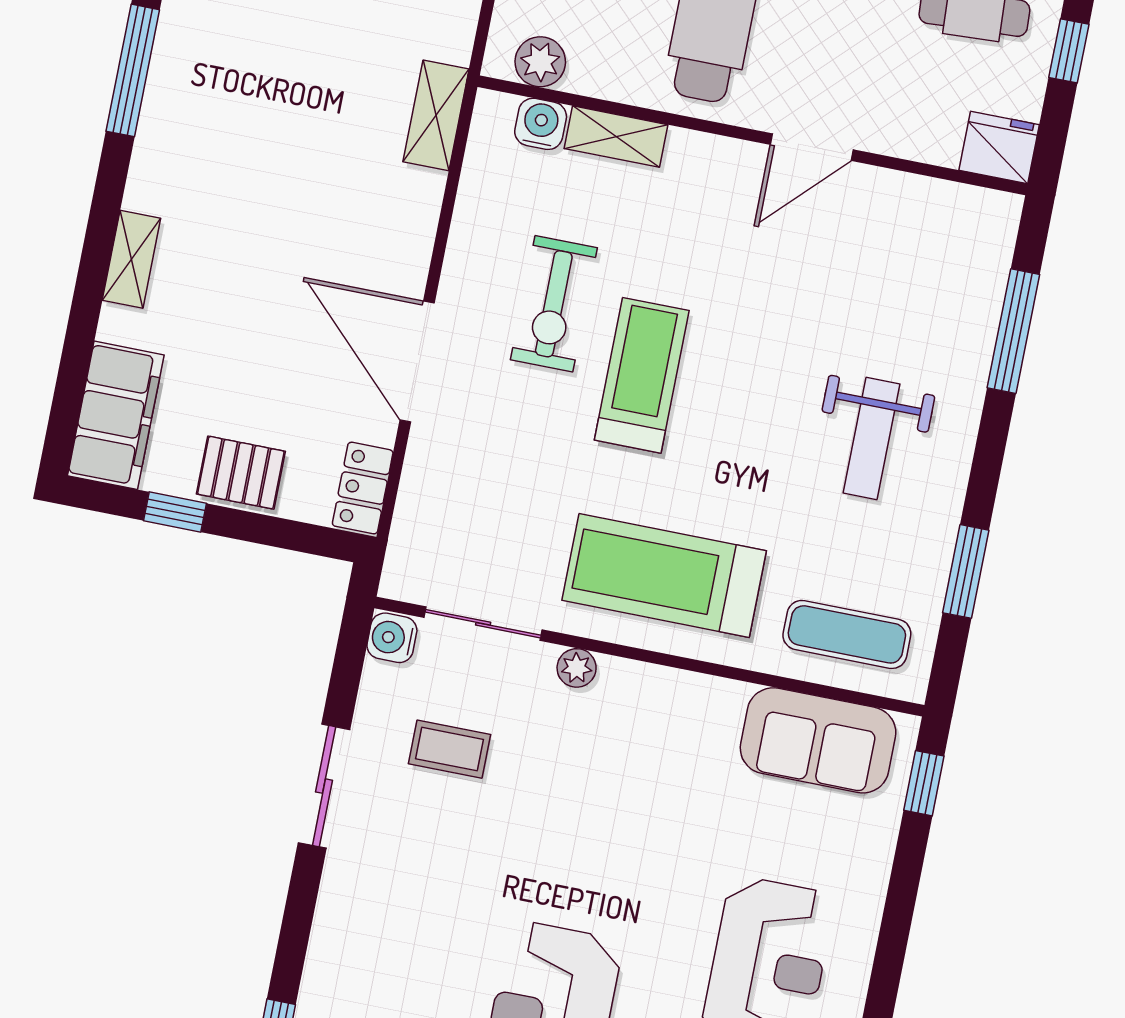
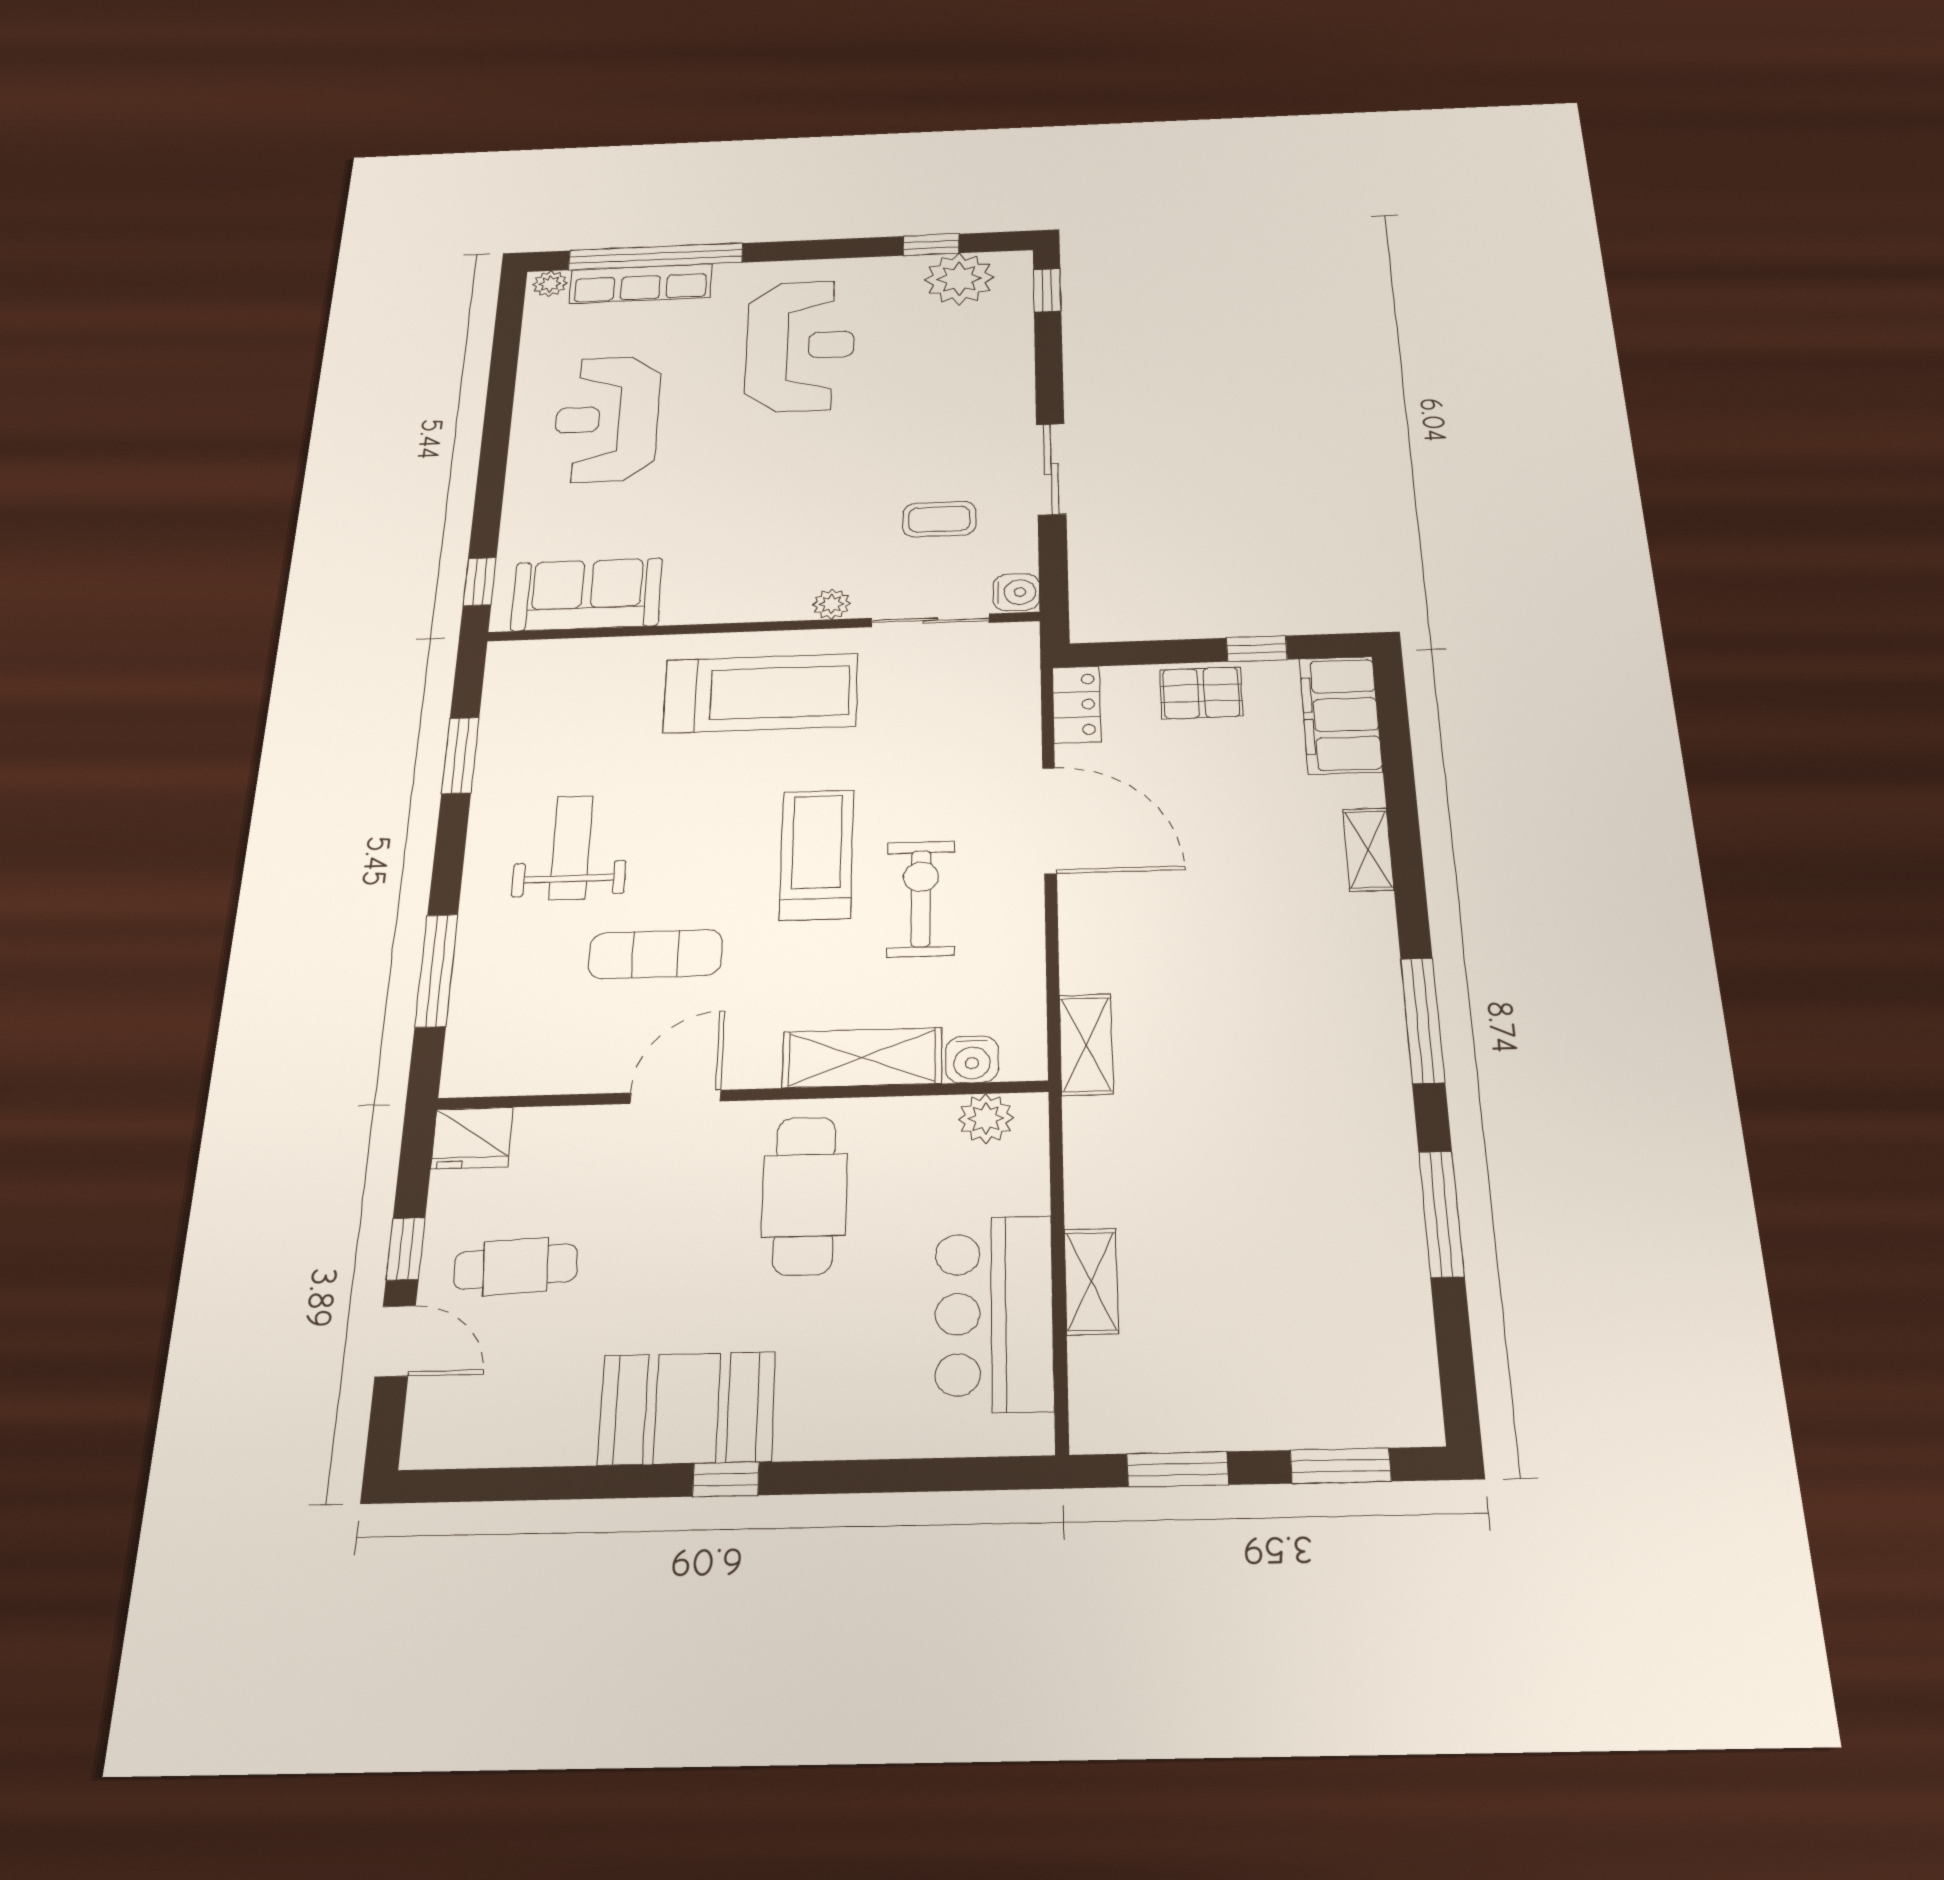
shelving: (616, 137) -> (862, 1058), width x1.50, depth x1.33
treadmill: (642, 375) -> (817, 855), turned 180
exercise mat: (847, 634) -> (655, 954), moved

